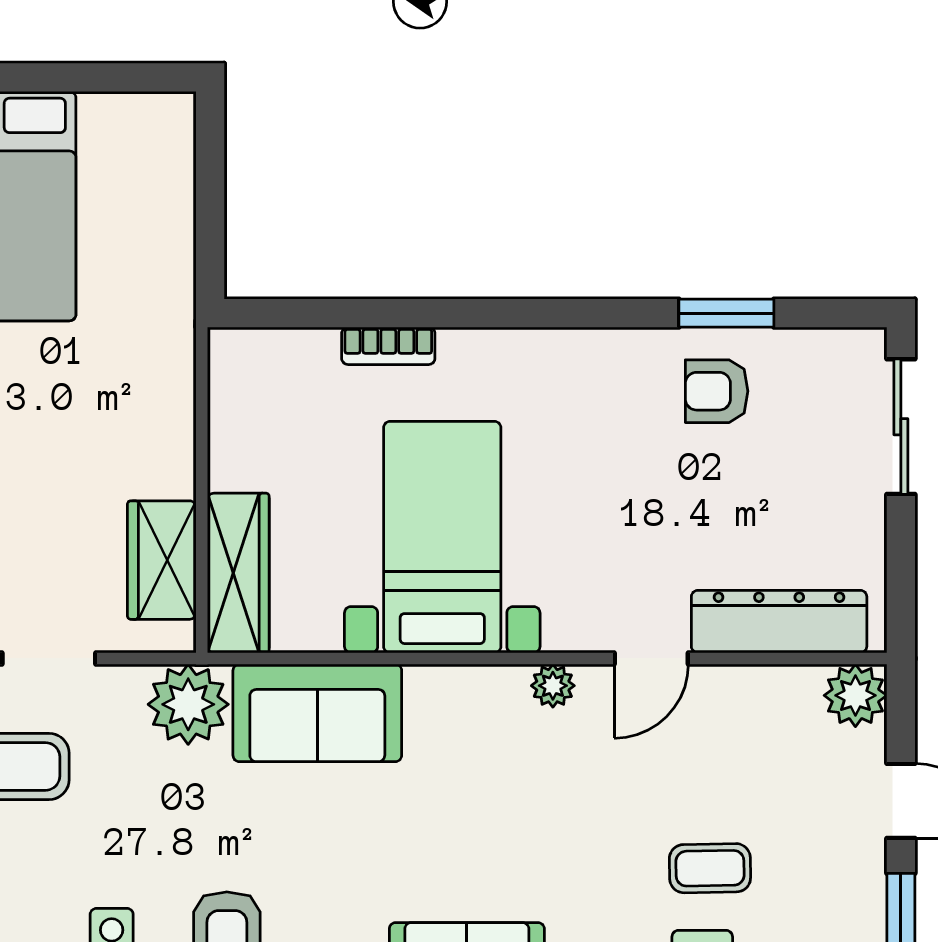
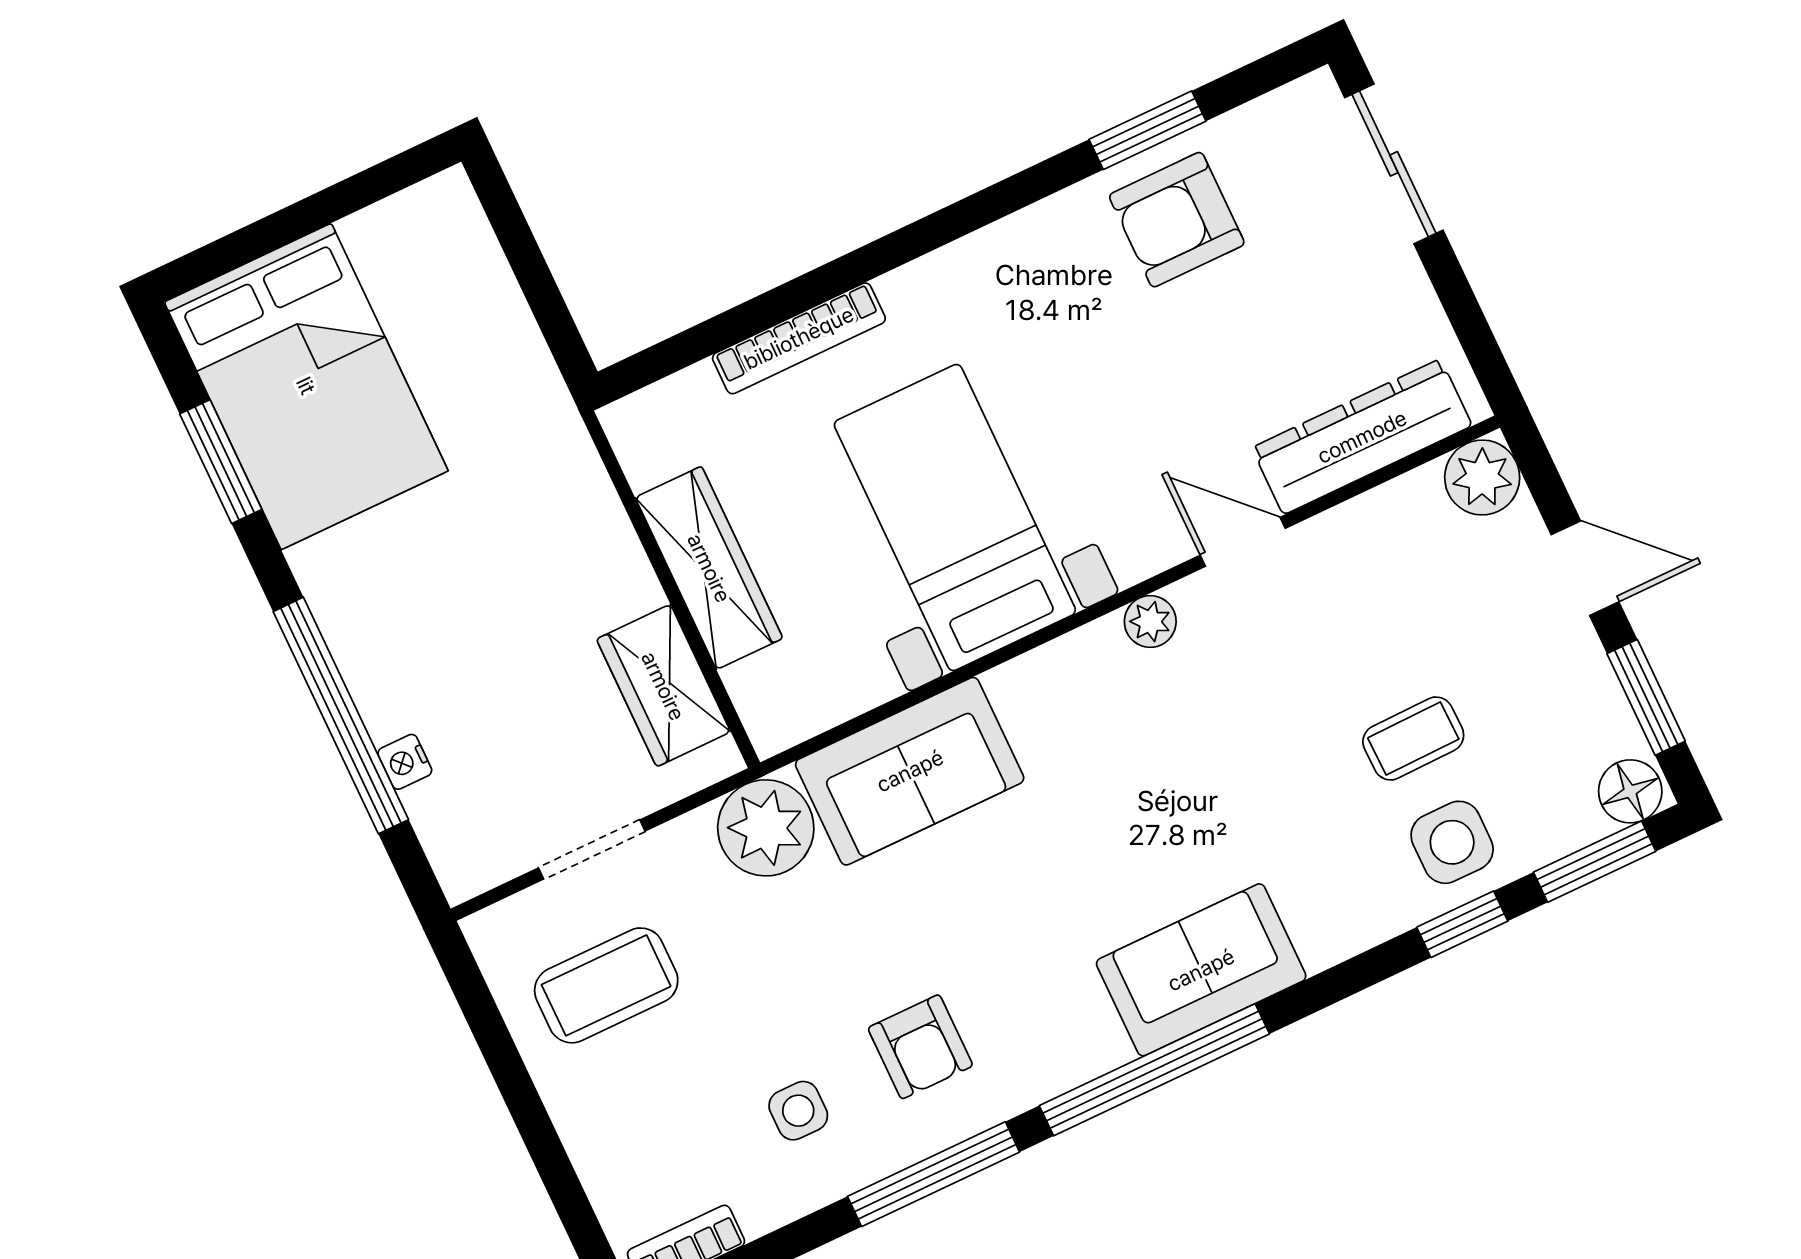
bookcase: (388, 346) -> (799, 338), width x1.56
armchair: (717, 391) -> (1177, 220), width x1.38, depth x1.38
wardrobe: (238, 573) -> (709, 568), moved
door: (651, 658) -> (1243, 542), swing flipped

